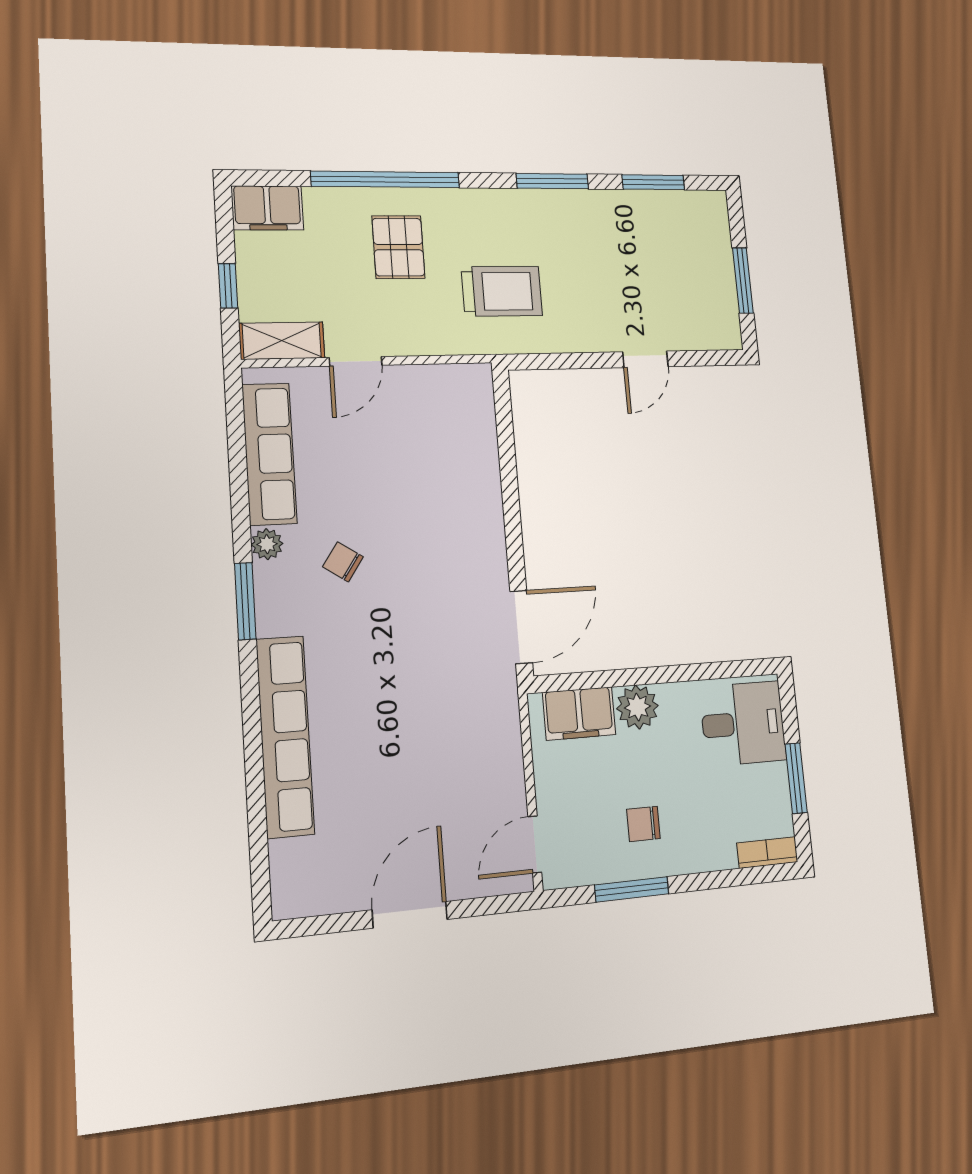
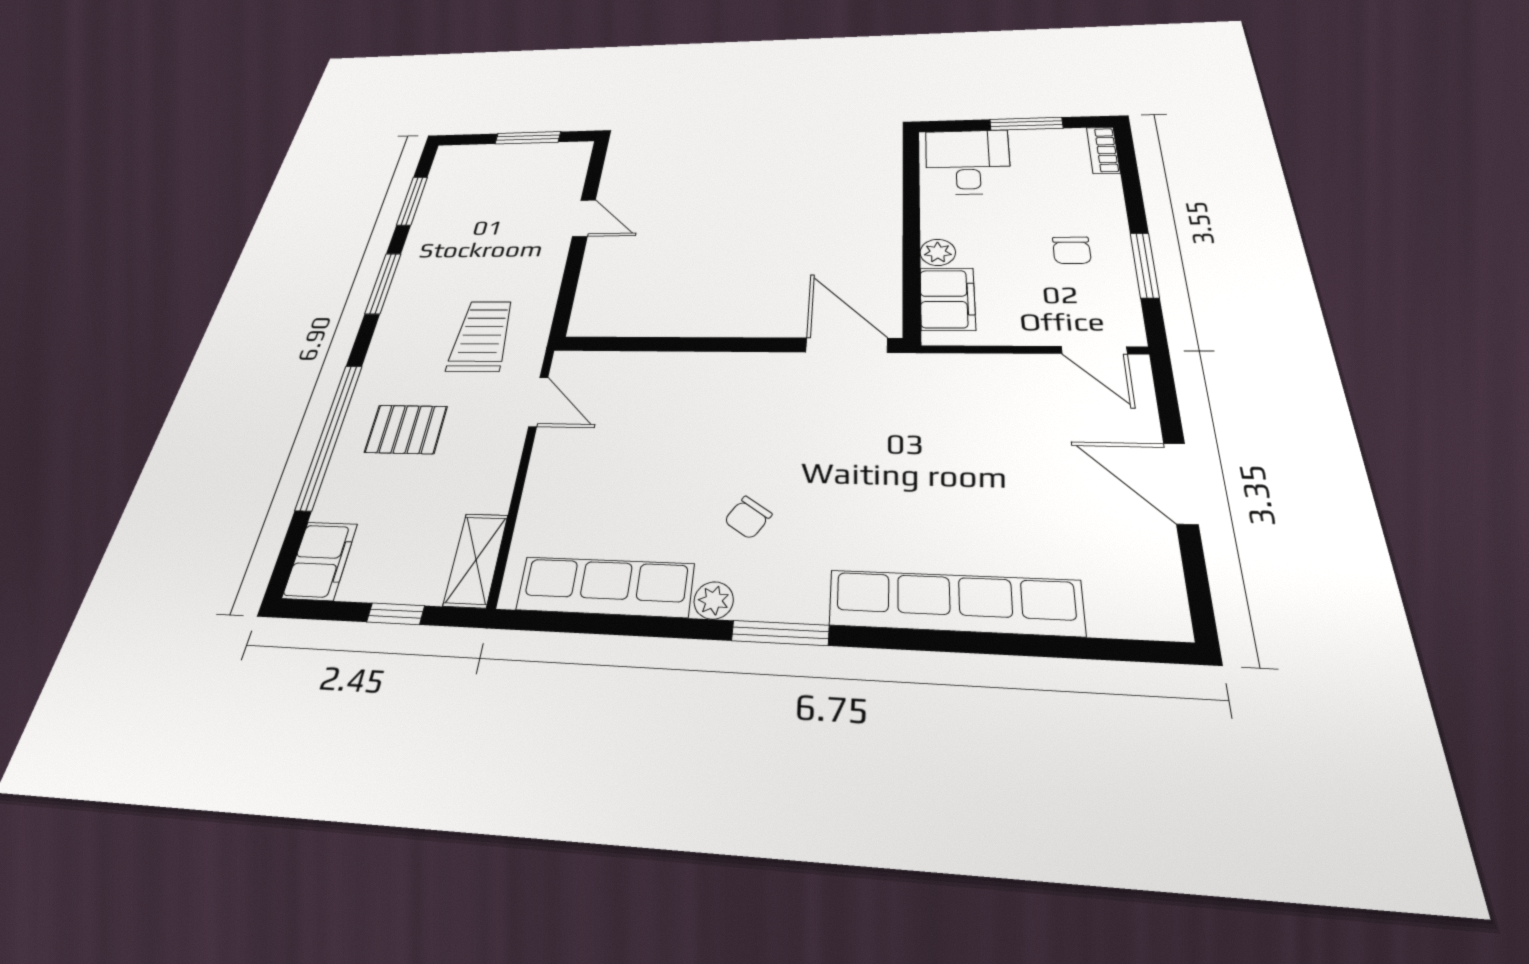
door: (356, 361) -> (538, 402), moved
plant: (637, 707) -> (938, 252), width x0.73, depth x0.73

